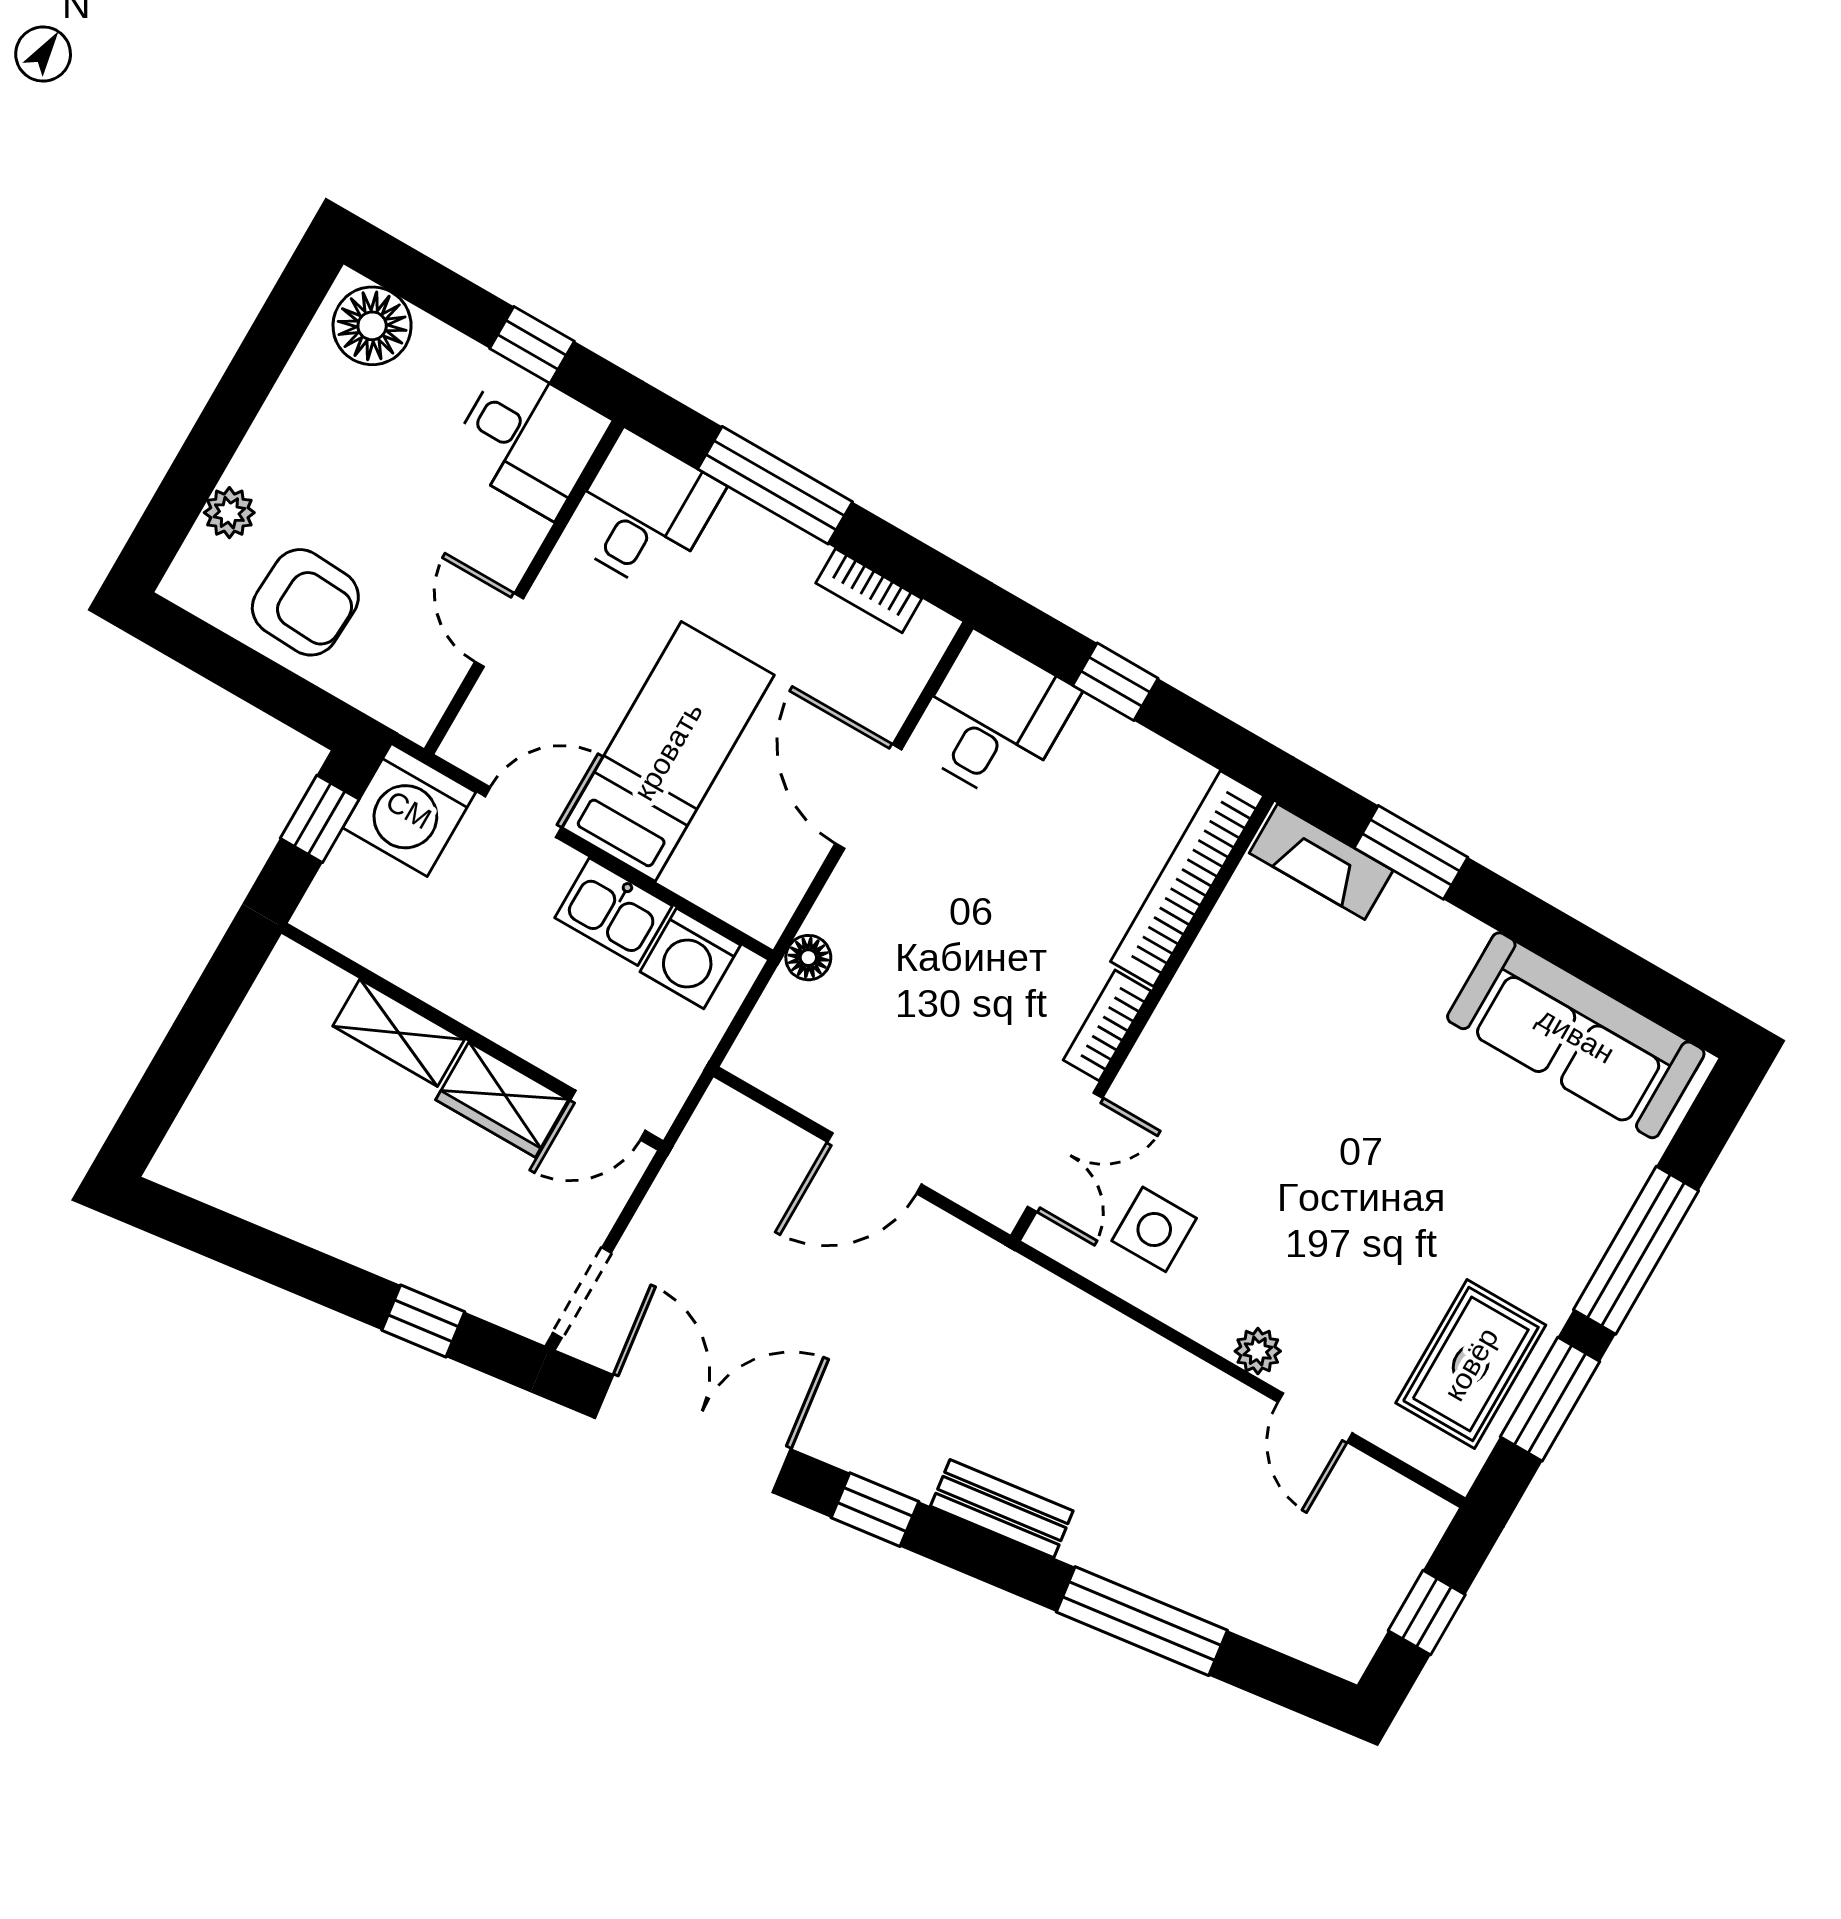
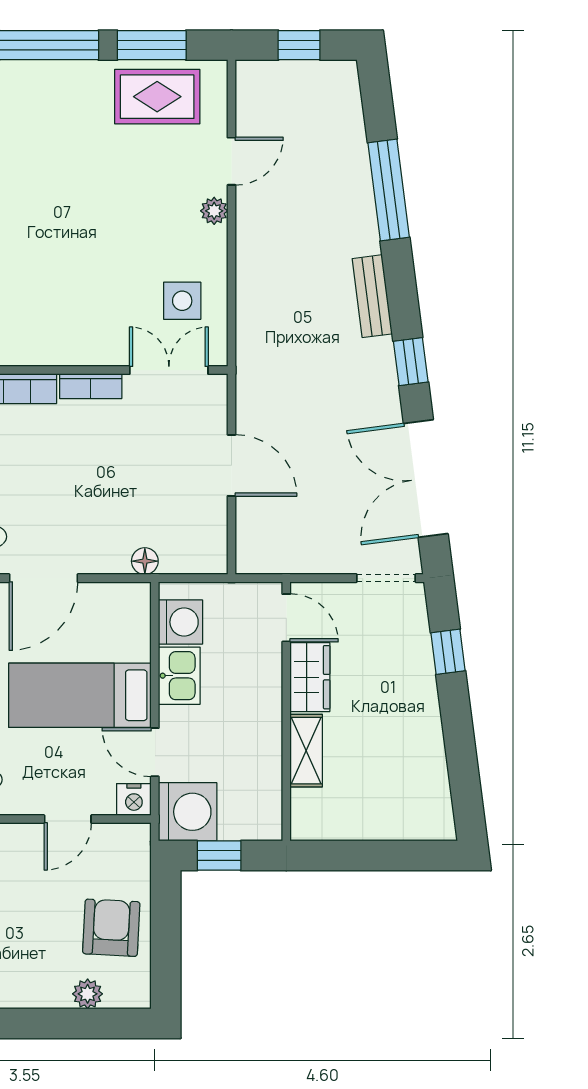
nightstand: (472, 742) -> (134, 799), added

